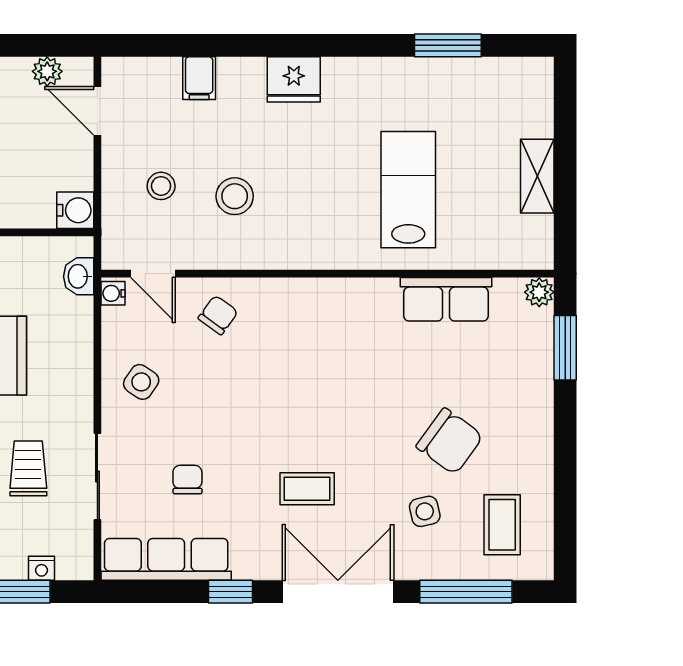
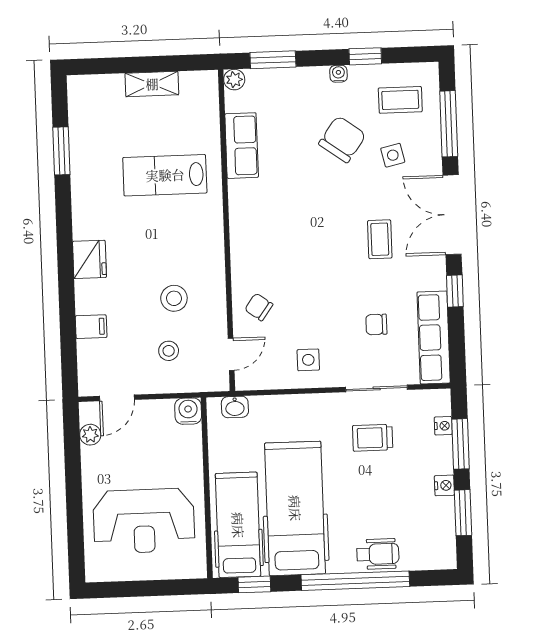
water cooler: (113, 293) -> (338, 74), moved, turned 180
side table: (141, 382) -> (308, 360), turned -34
window: (565, 478) -> (365, 56), added

